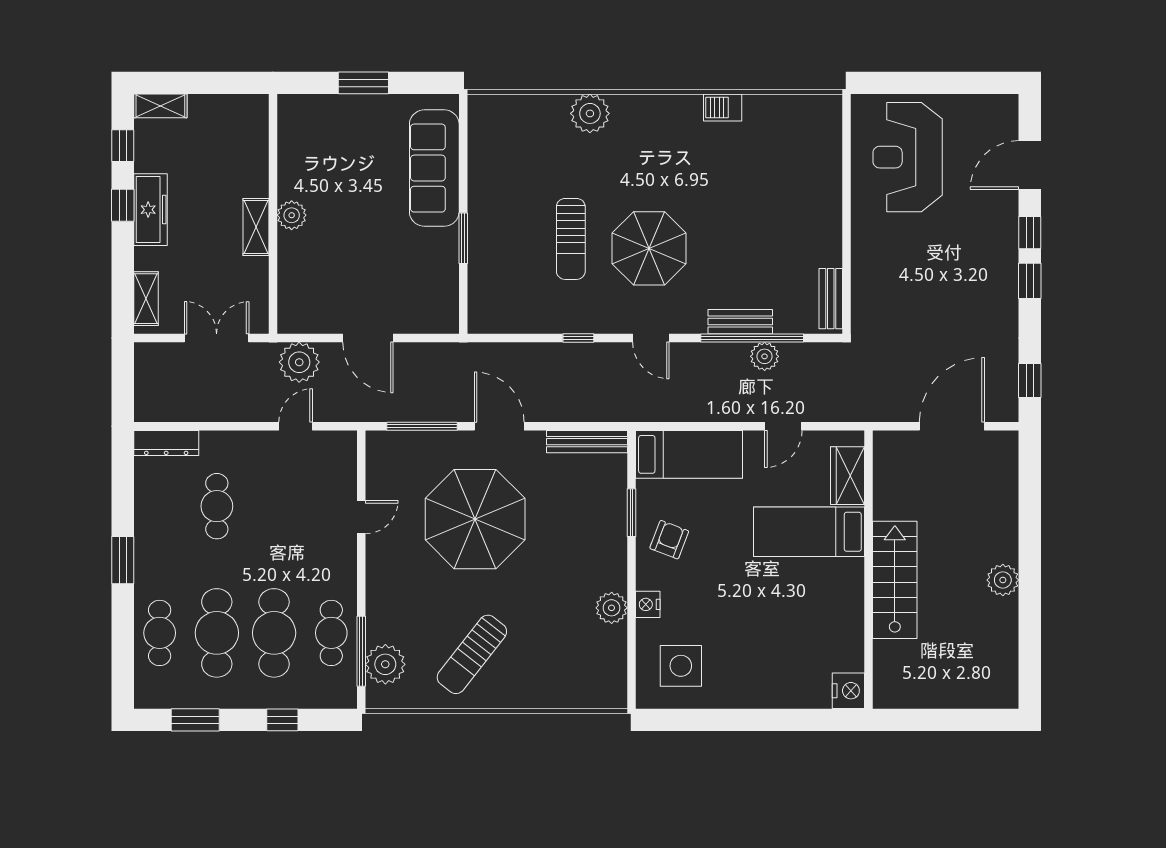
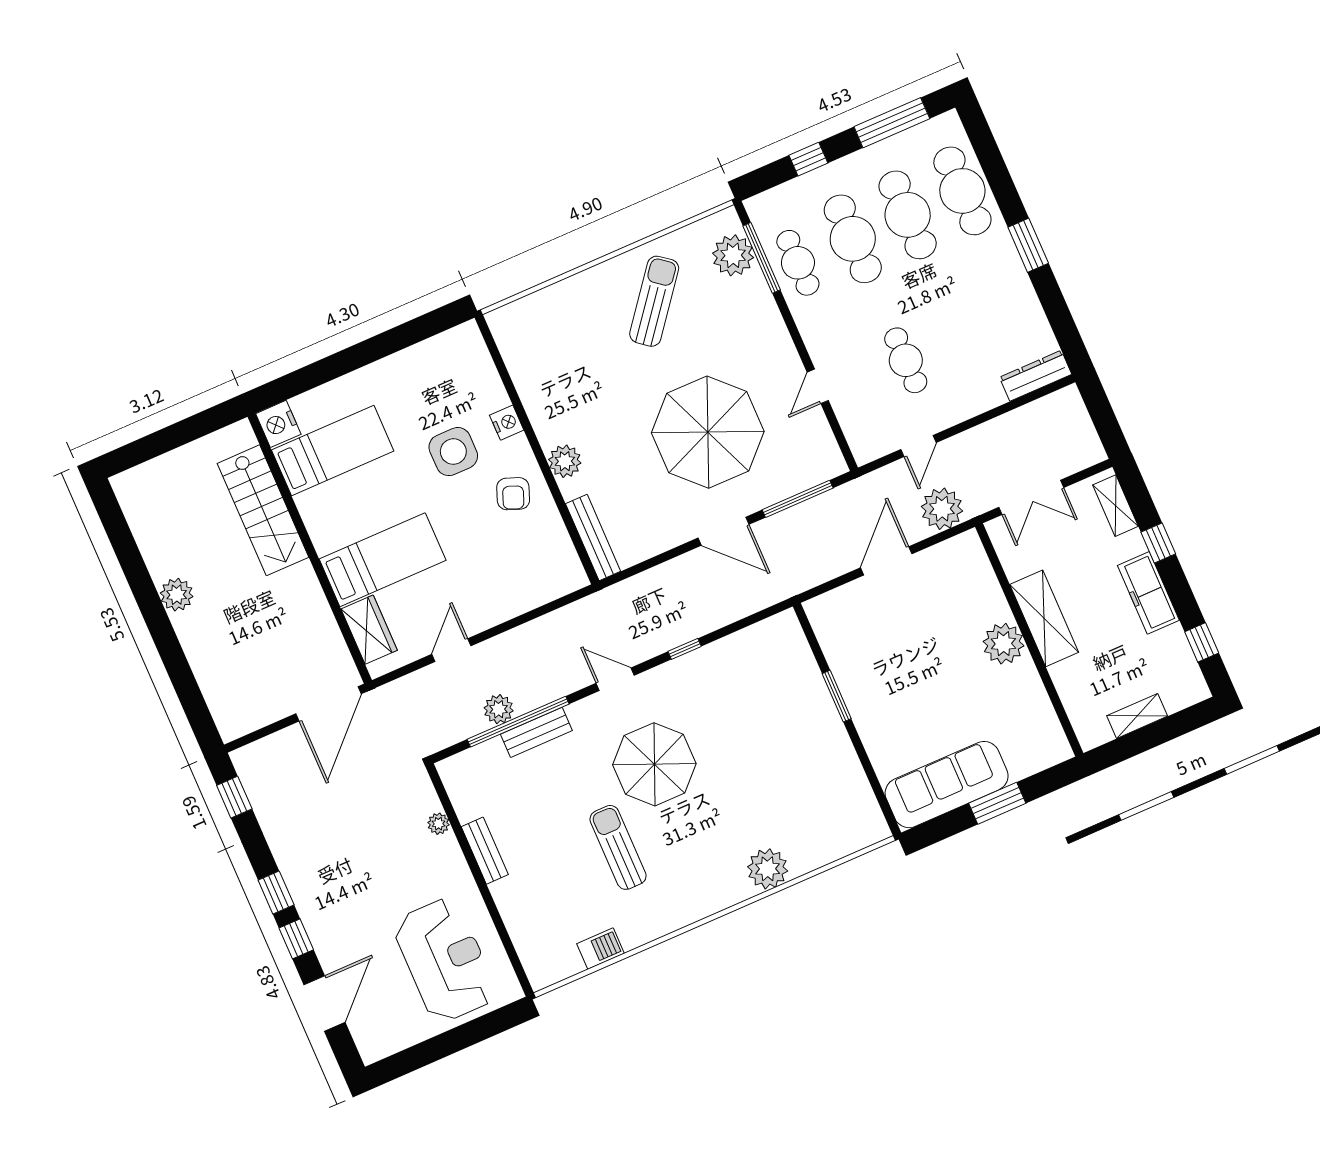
shelving: (160, 106) -> (1137, 716), moved
barbecue: (723, 108) -> (601, 949), moved
sofa: (434, 168) -> (947, 785), moved, turned -90
window: (123, 205) -> (1158, 543), moved
plant: (292, 215) -> (1003, 644), width x1.36, depth x1.36
shelving: (256, 227) -> (1044, 618), width x1.50, depth x1.33
sun lounger: (571, 239) -> (618, 847), moved
plant: (861, 279) -> (438, 824), added
bench: (831, 299) -> (485, 851), moved
door: (368, 338) -> (886, 561), hinge flipped
door: (952, 426) -> (329, 704), moved
bench: (587, 442) -> (593, 538), moved, turned 90
bed: (689, 454) -> (333, 451), moved, turned 180
cafe table: (217, 506) -> (906, 360), moved
window: (631, 513) -> (561, 504), removed
stairs: (895, 580) -> (263, 510), moved
plant: (612, 608) -> (565, 461), moved
cafe table: (160, 633) -> (962, 191), width x1.37, depth x1.35
side table: (681, 666) -> (453, 452), moved
window: (195, 720) -> (892, 123), width x1.44

